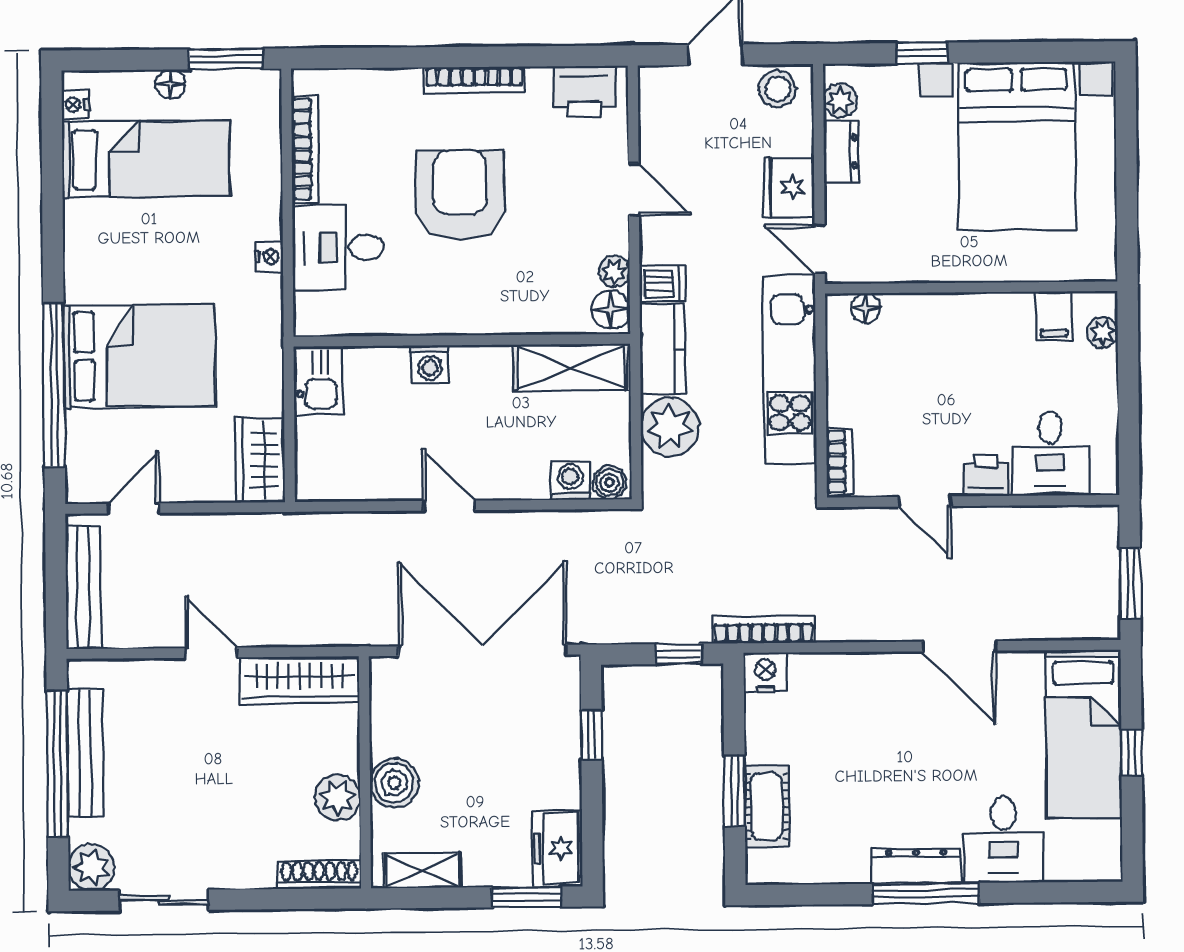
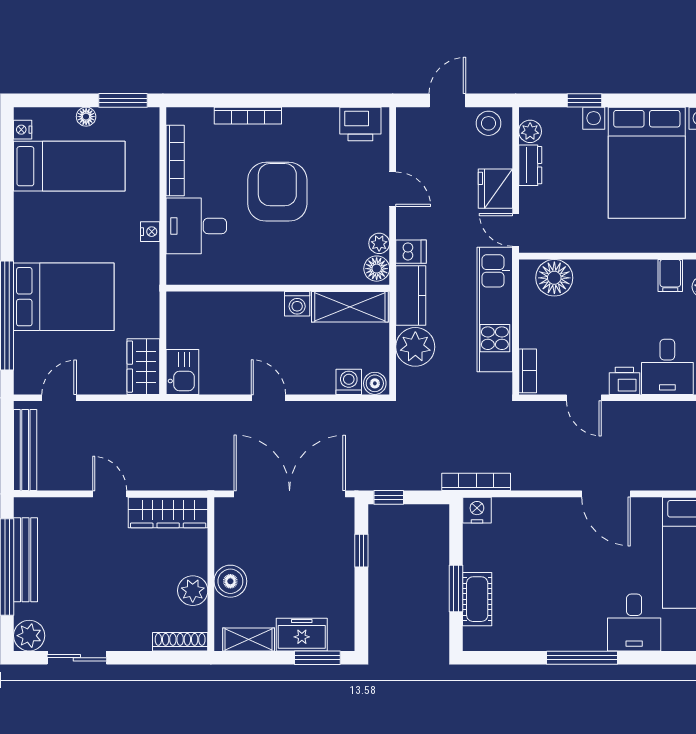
bookcase: (474, 80) -> (248, 116), moved
floor lamp: (866, 308) -> (554, 278), width x1.89, depth x1.89
washing machine: (430, 364) -> (297, 304), moved
kitchen sink: (318, 380) -> (182, 372), moved
window: (679, 654) -> (389, 497), moved
freezer: (557, 848) -> (302, 635), moved, turned 90
dresser: (916, 866) -> (576, 639), removed

